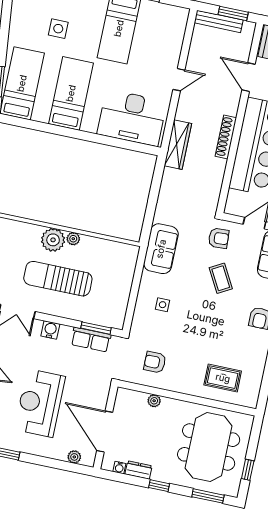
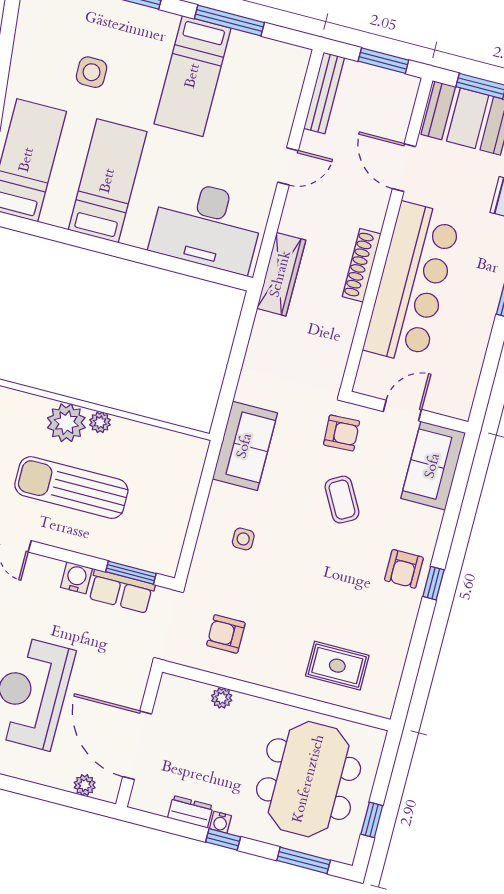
bench: (219, 21) -> (324, 93), moved, turned 90
water cooler: (50, 330) -> (76, 578), moved
water cooler: (119, 467) -> (220, 822), moved

